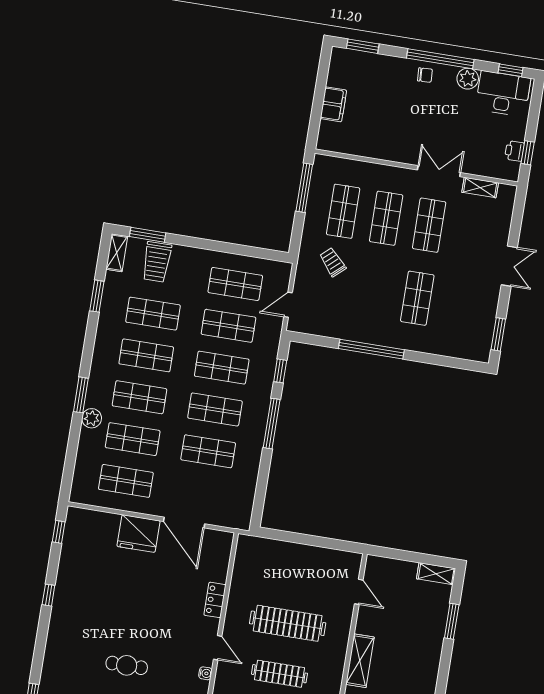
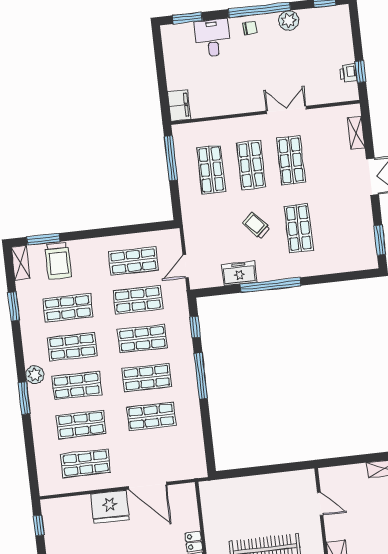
desk: (503, 94) -> (212, 38), moved, width x0.73
filing cabinet: (333, 104) -> (179, 105), moved
shelving: (480, 188) -> (356, 133), moved, turned 90
trolley: (333, 262) -> (256, 225), moved
freezer: (342, 328) -> (239, 273), added
plant: (92, 418) -> (35, 375), moved

